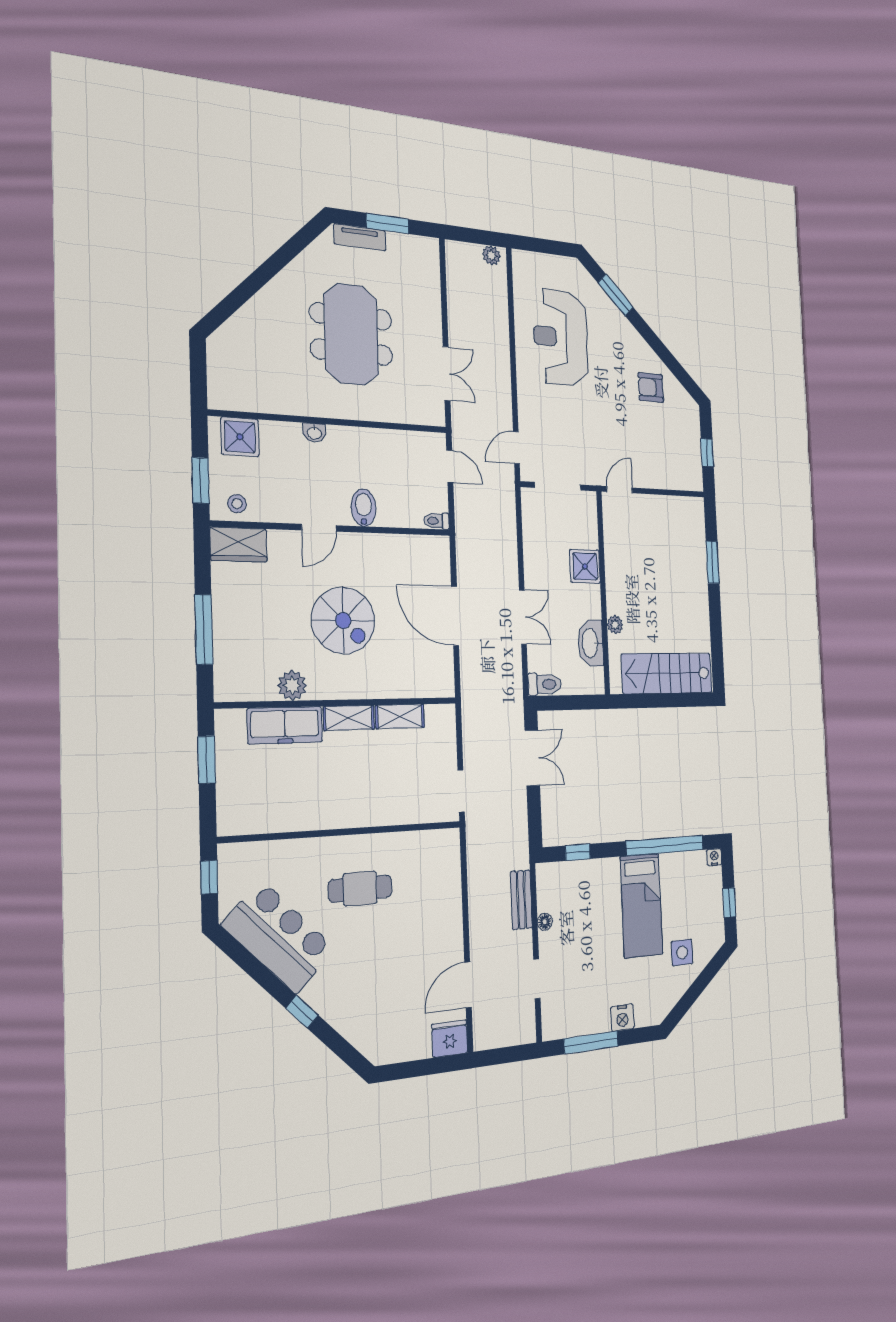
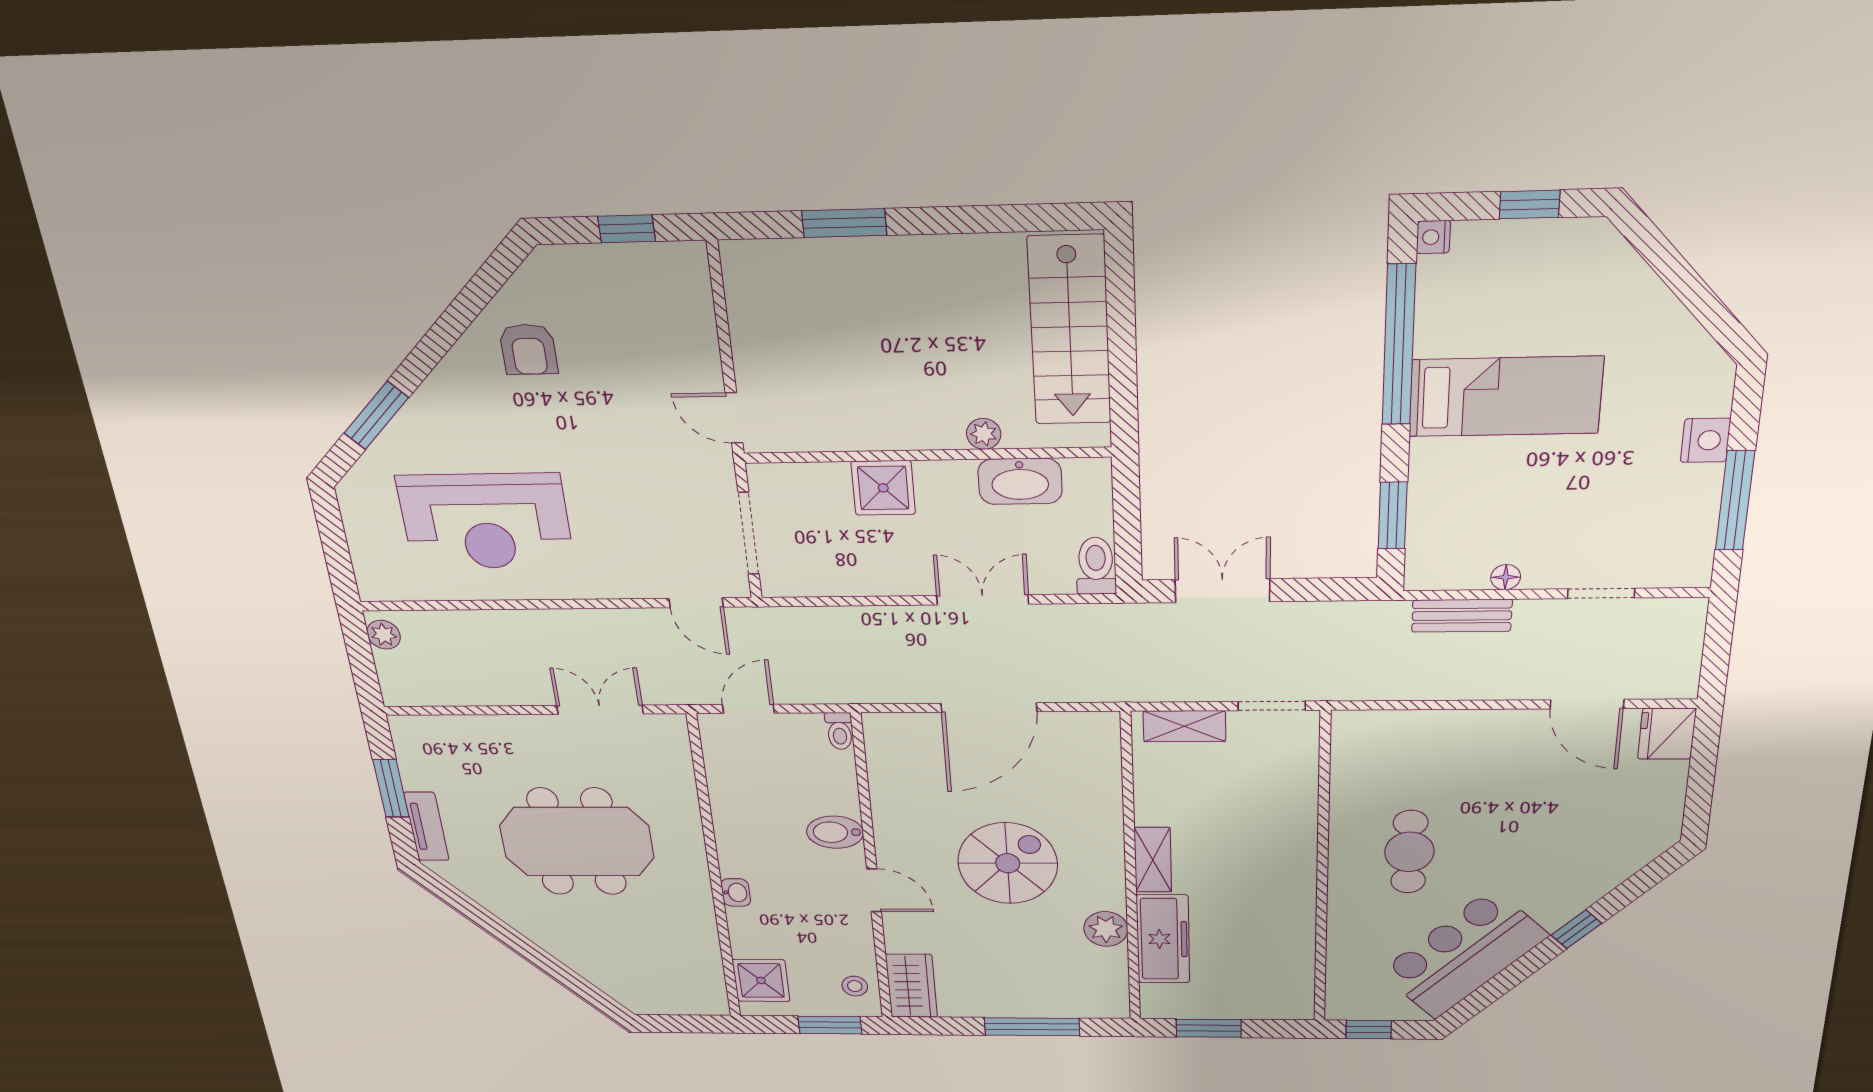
shelving: (400, 716) -> (1184, 726), moved, turned 90
window: (578, 852) -> (1393, 516), width x1.50
side table: (682, 952) -> (1610, 314), removed

